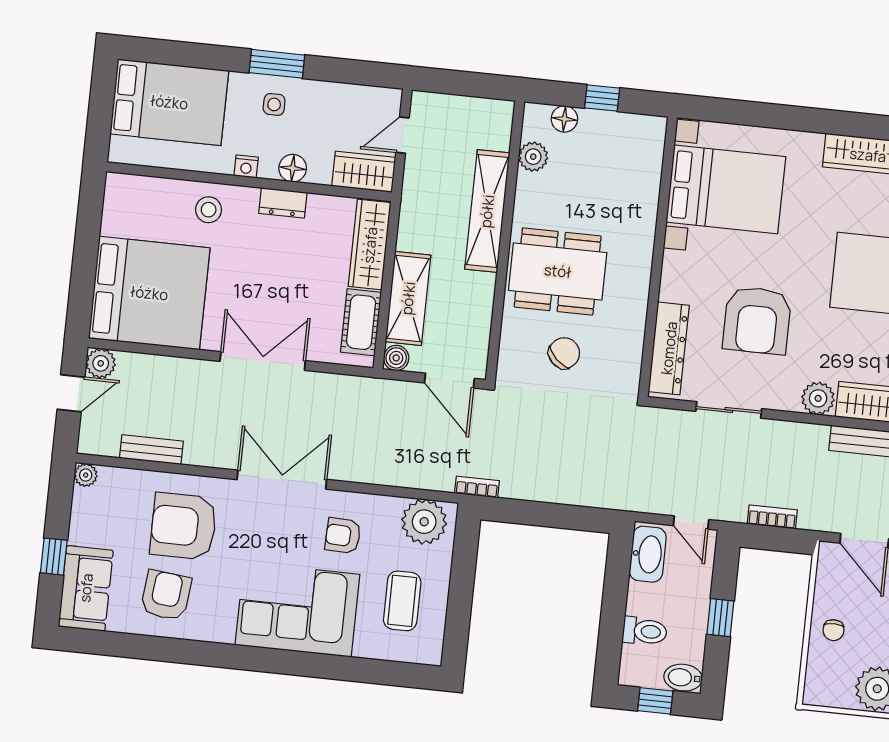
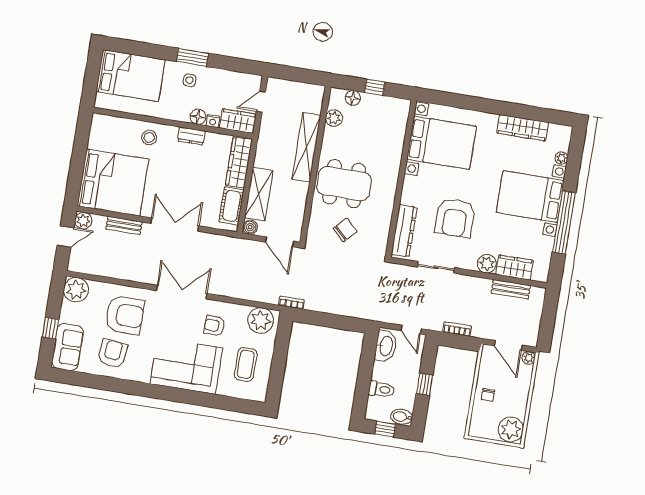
nightstand: (246, 167) -> (213, 121), moved
bench: (151, 450) -> (124, 225), moved
plant: (86, 475) -> (76, 290), width x1.88, depth x1.88
armchair: (184, 526) -> (125, 315), turned 180

